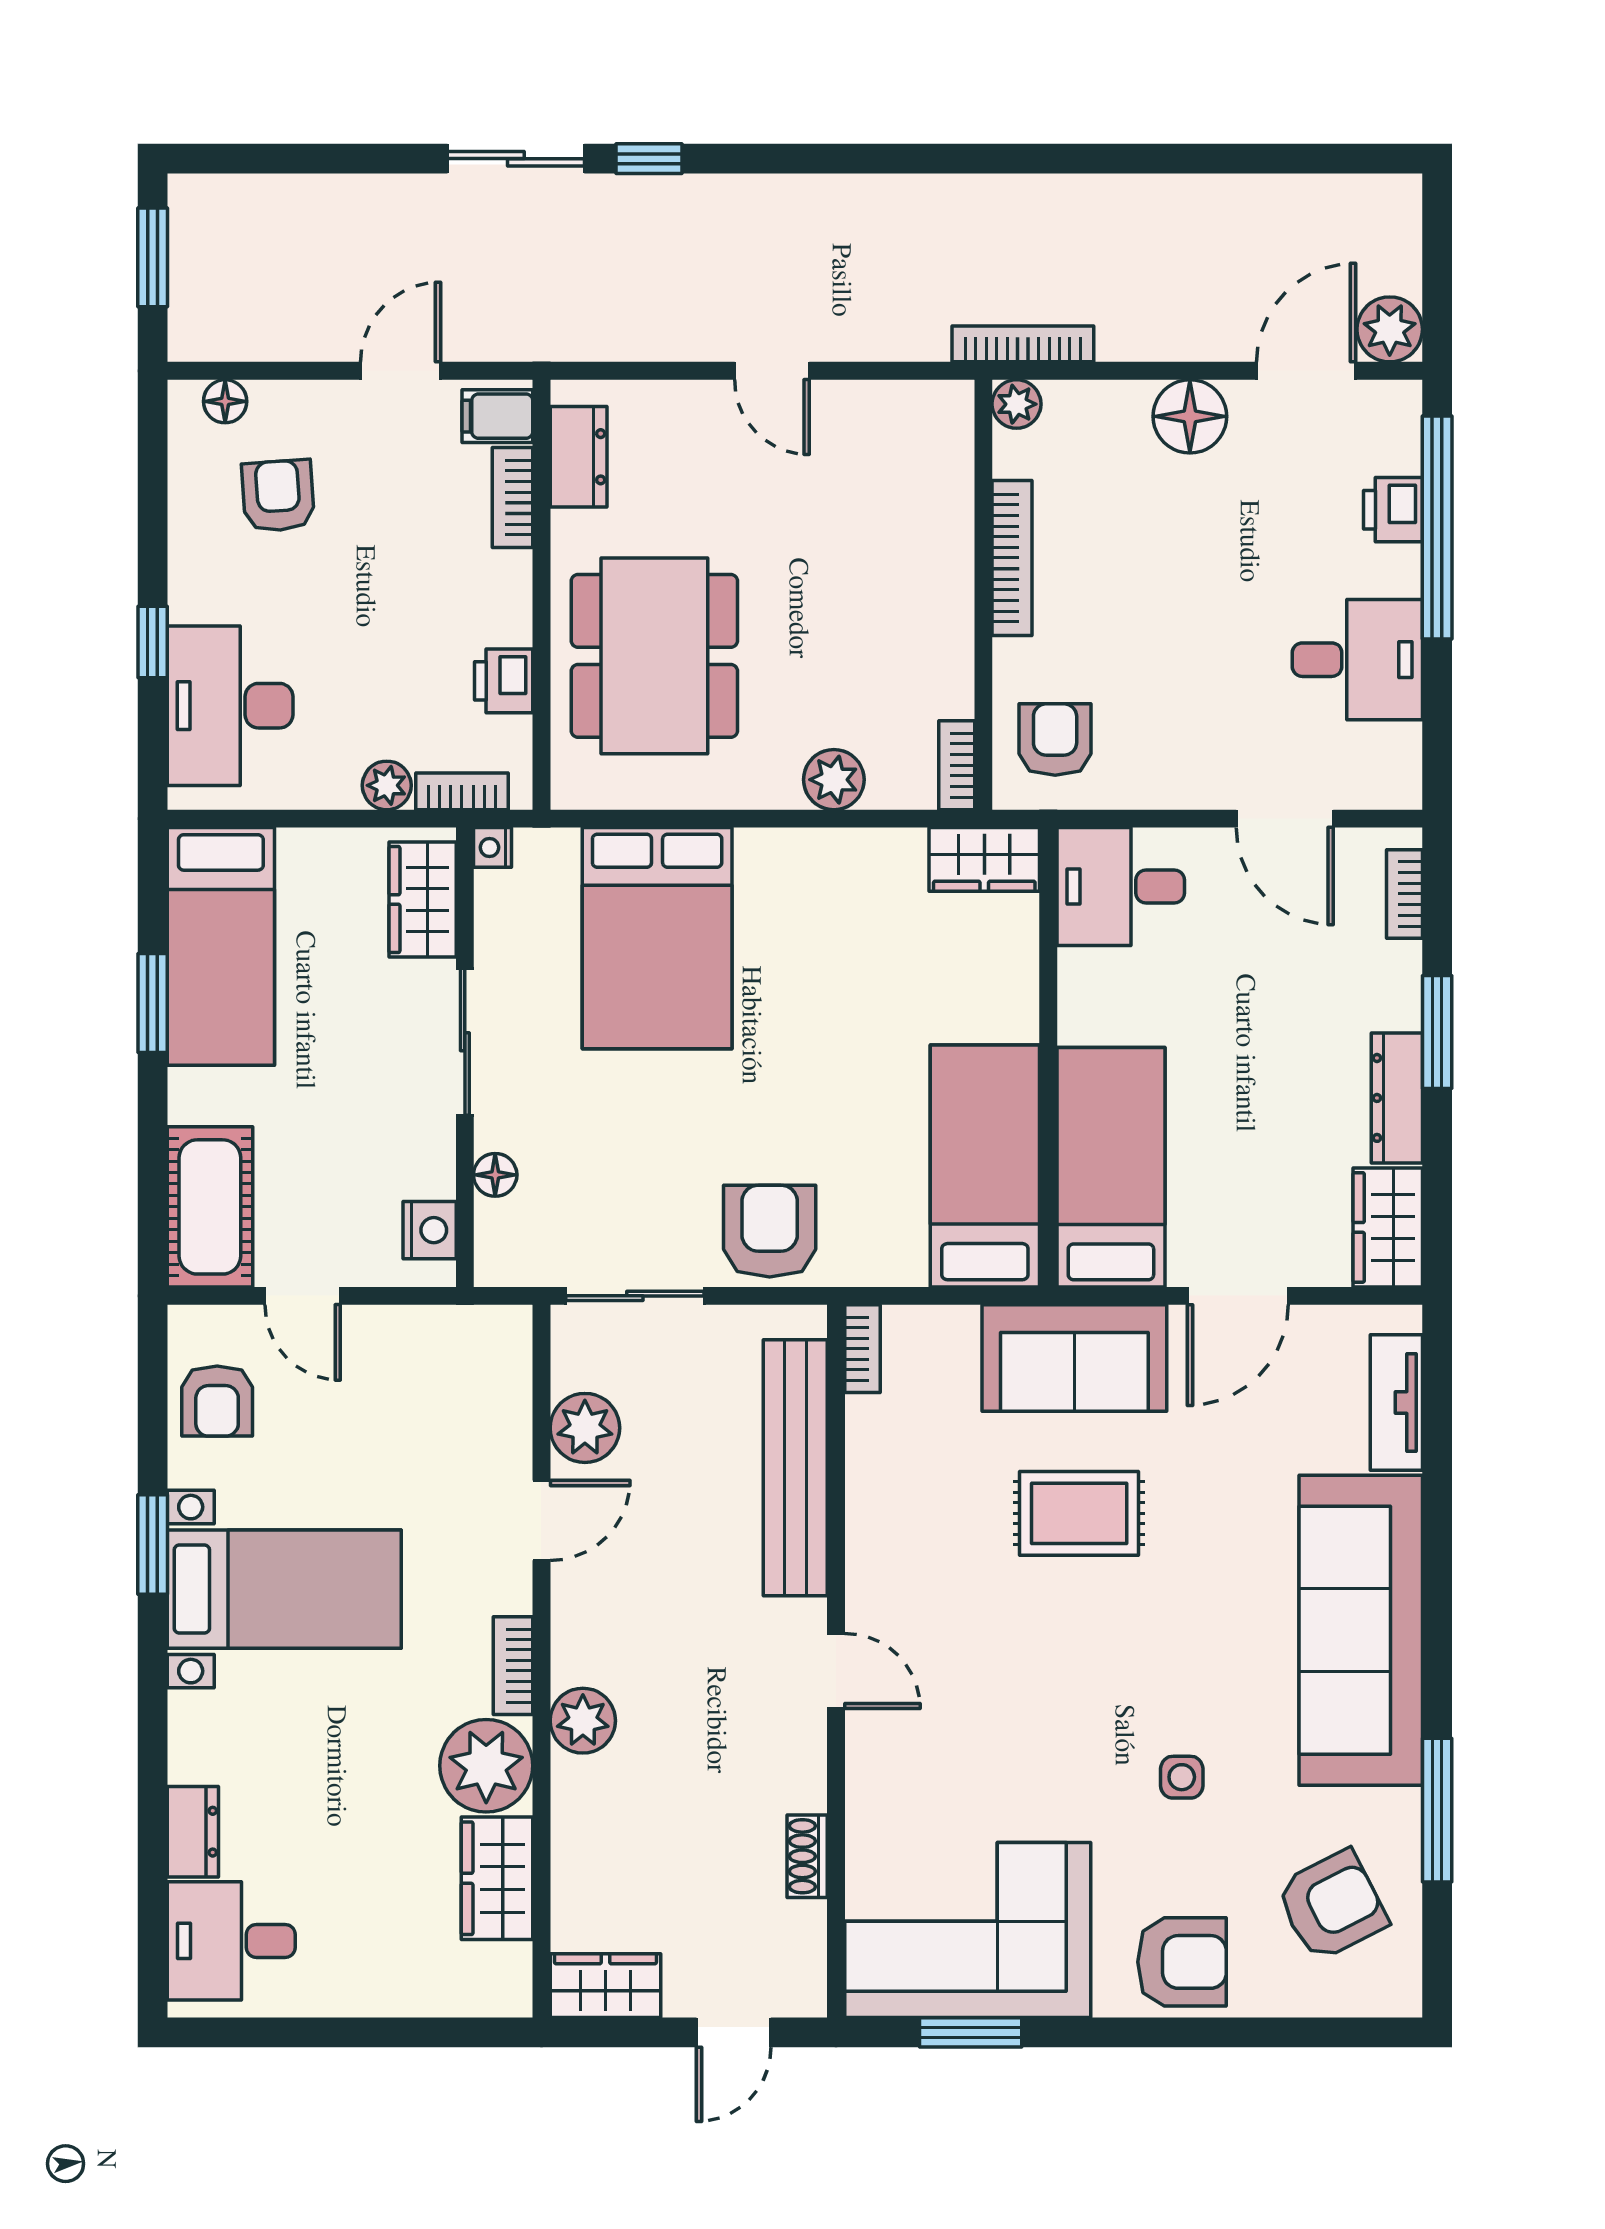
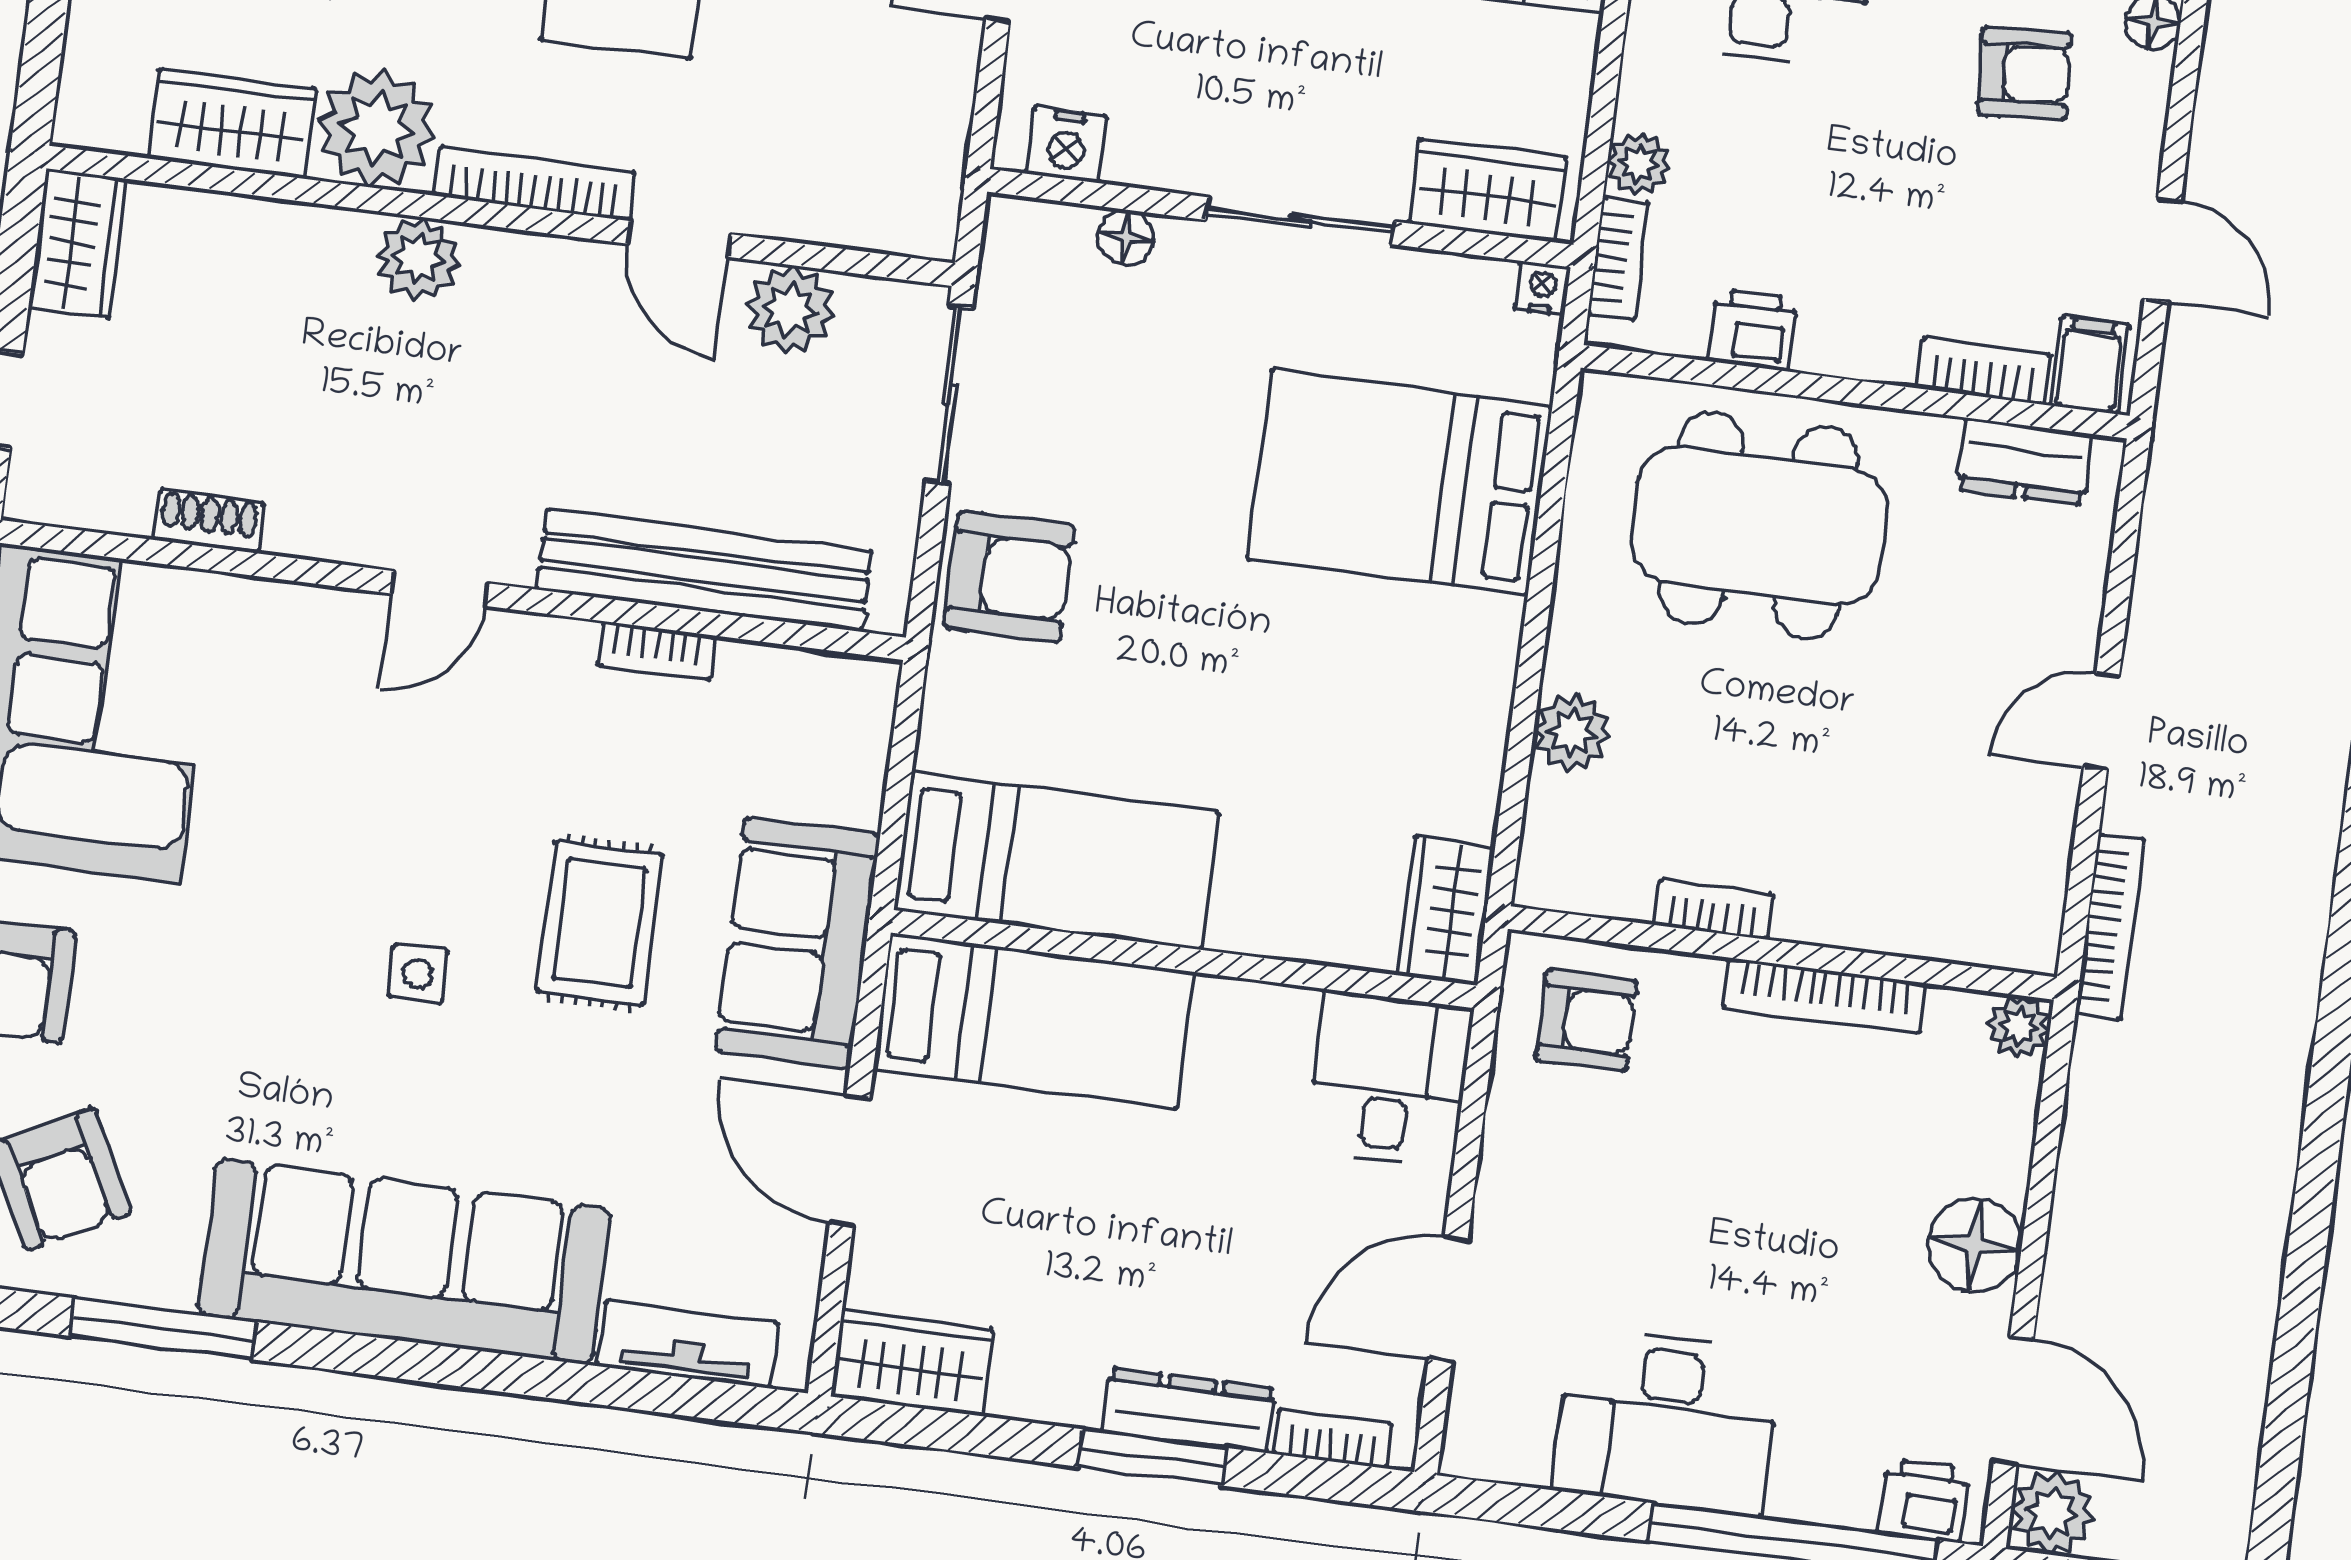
bookcase: (1023, 344) -> (2110, 926), moved
printer: (1393, 510) -> (1924, 1501), moved
desk: (1357, 660) -> (1667, 1421), width x1.37
bookcase: (957, 765) -> (1713, 910), moved
dresser: (1397, 1098) -> (1189, 1410), moved
bookcase: (862, 1349) -> (656, 651), moved
bookcase: (513, 1666) -> (535, 184), width x1.56
side table: (1182, 1777) -> (418, 974), moved

